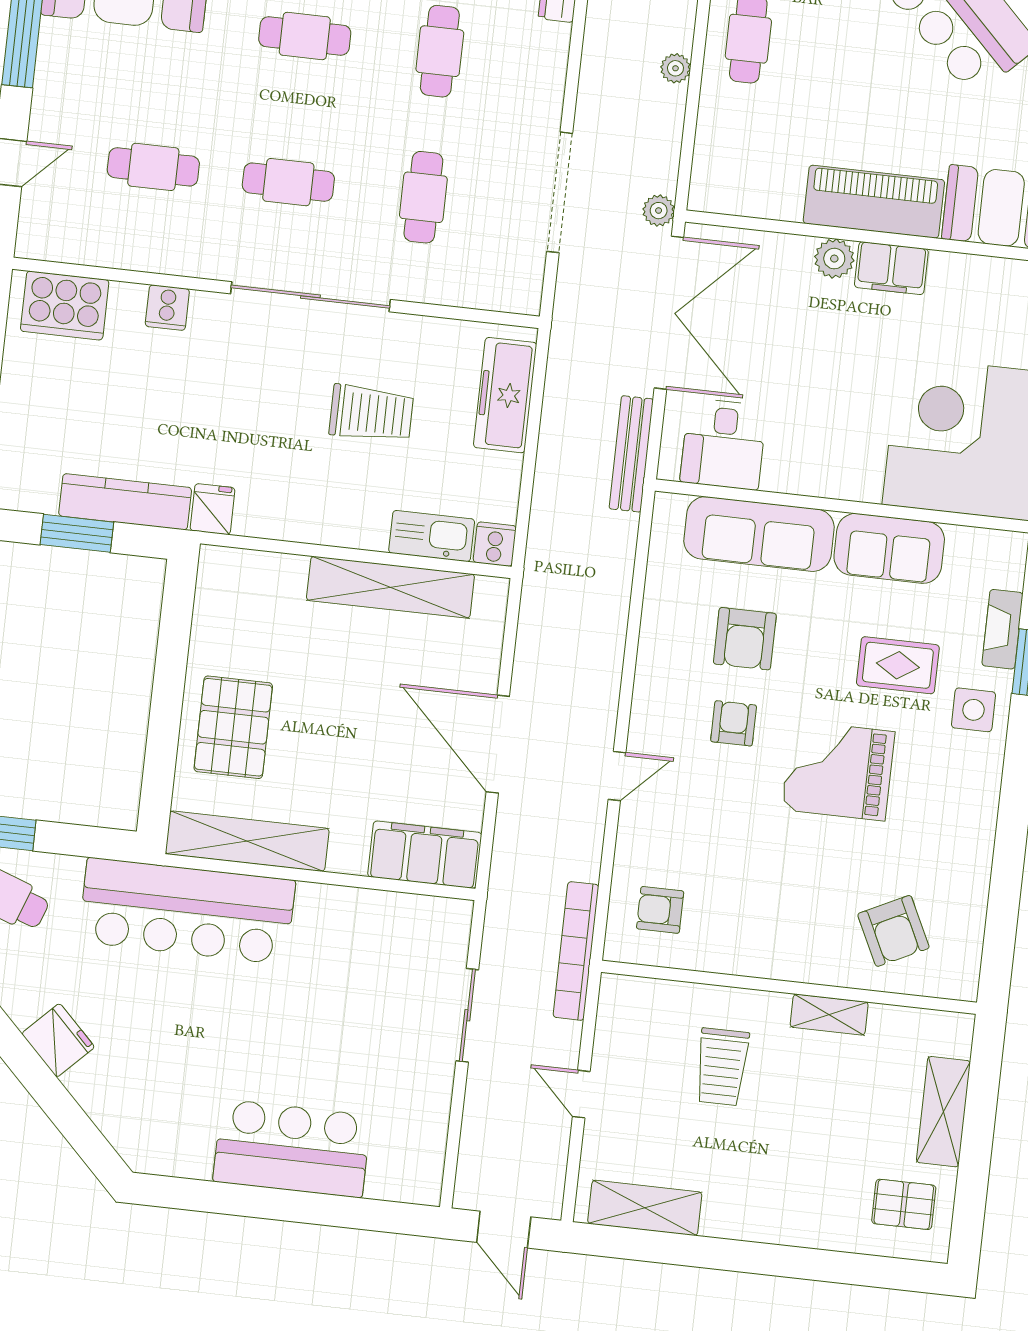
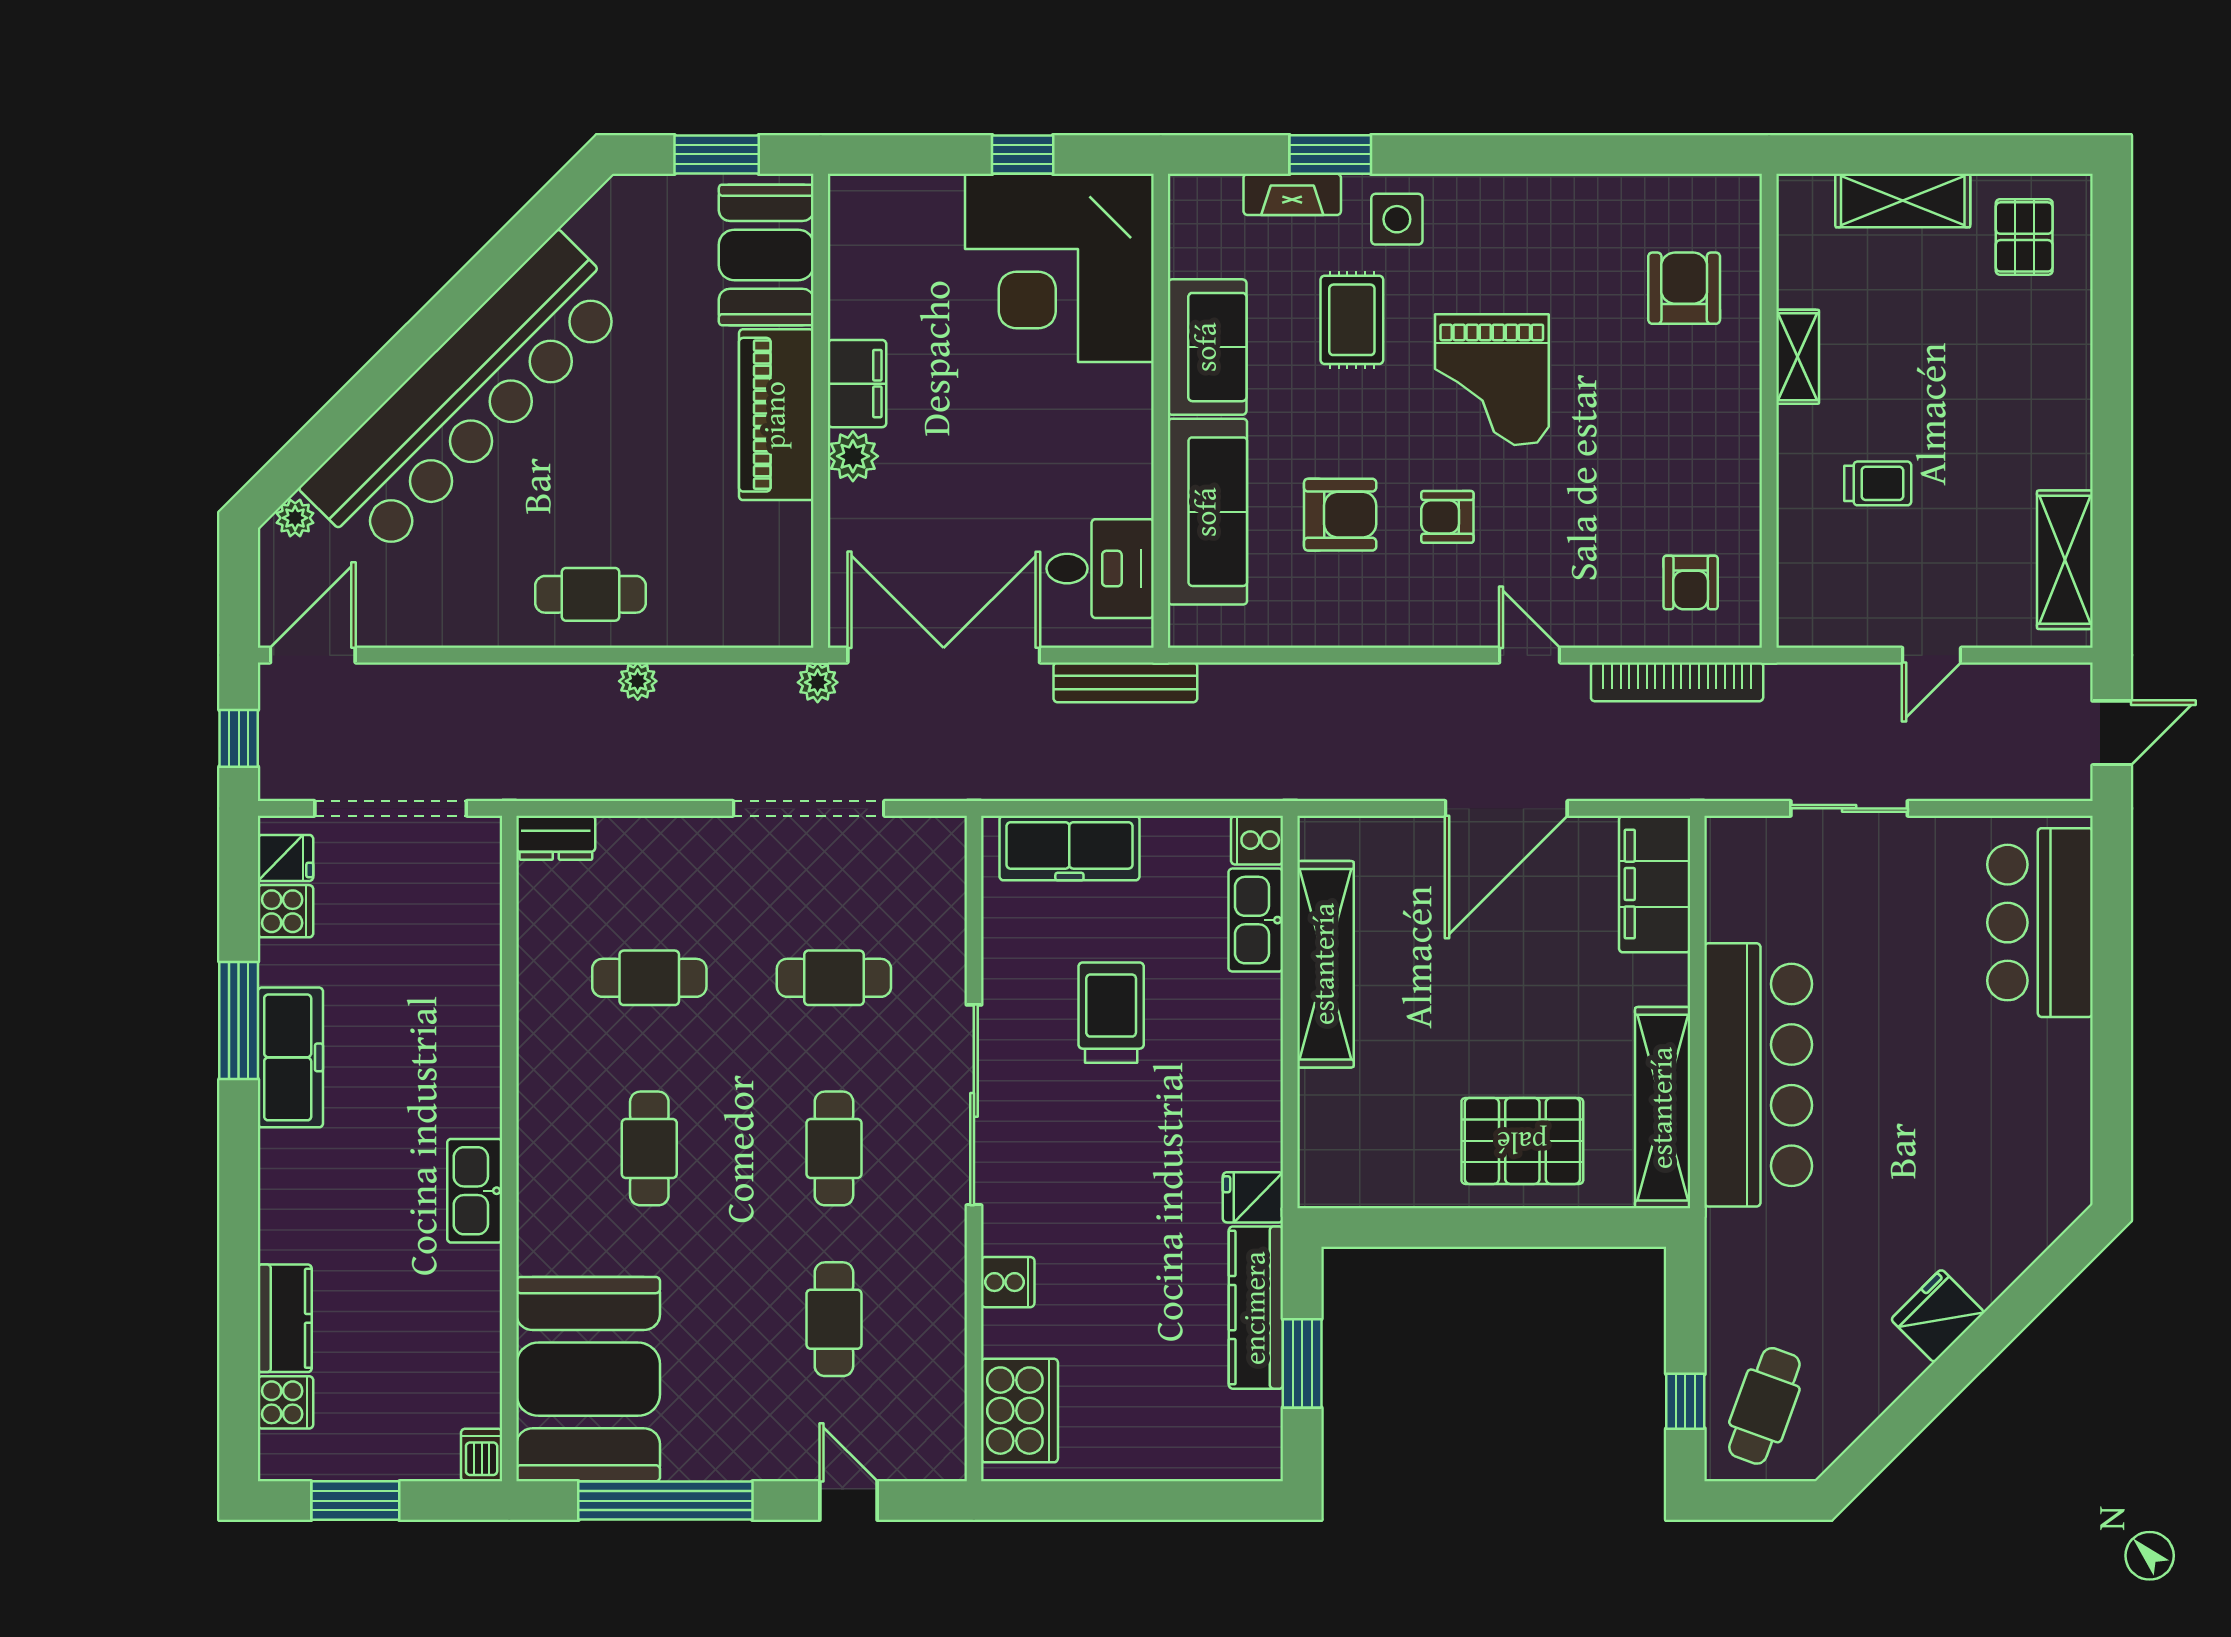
bar counter: (187, 911) -> (1758, 1075), moved
armchair: (893, 931) -> (1684, 288), turned -64
bookcase: (576, 951) -> (1677, 682), moved
trolley: (722, 1067) -> (1878, 483), width x0.73, depth x0.72
bar counter: (292, 1148) -> (2040, 923), moved

